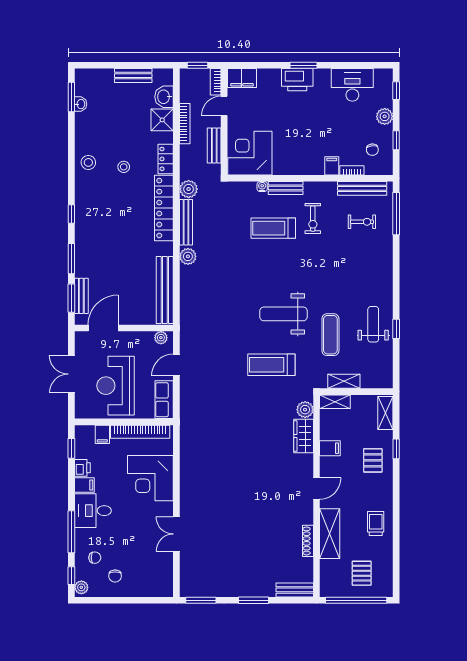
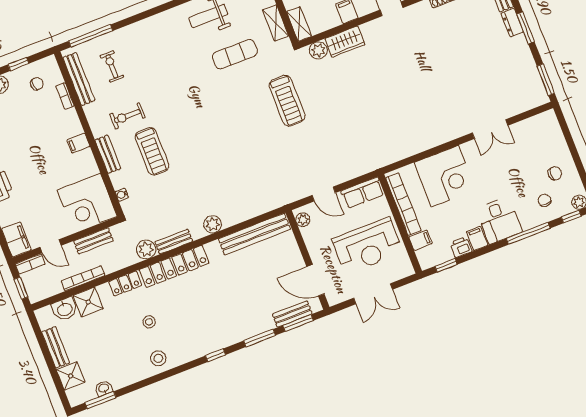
shower: (103, 79) -> (71, 376), added
filing cabinet: (332, 166) -> (78, 143), moved
water cooler: (262, 187) -> (122, 195), moved
exercise bike: (313, 219) -> (127, 116), turned 180
bench: (186, 222) -> (174, 242), width x0.73
weight bench: (284, 314) -> (232, 108), removed
dresser: (263, 590) -> (512, 23), added

